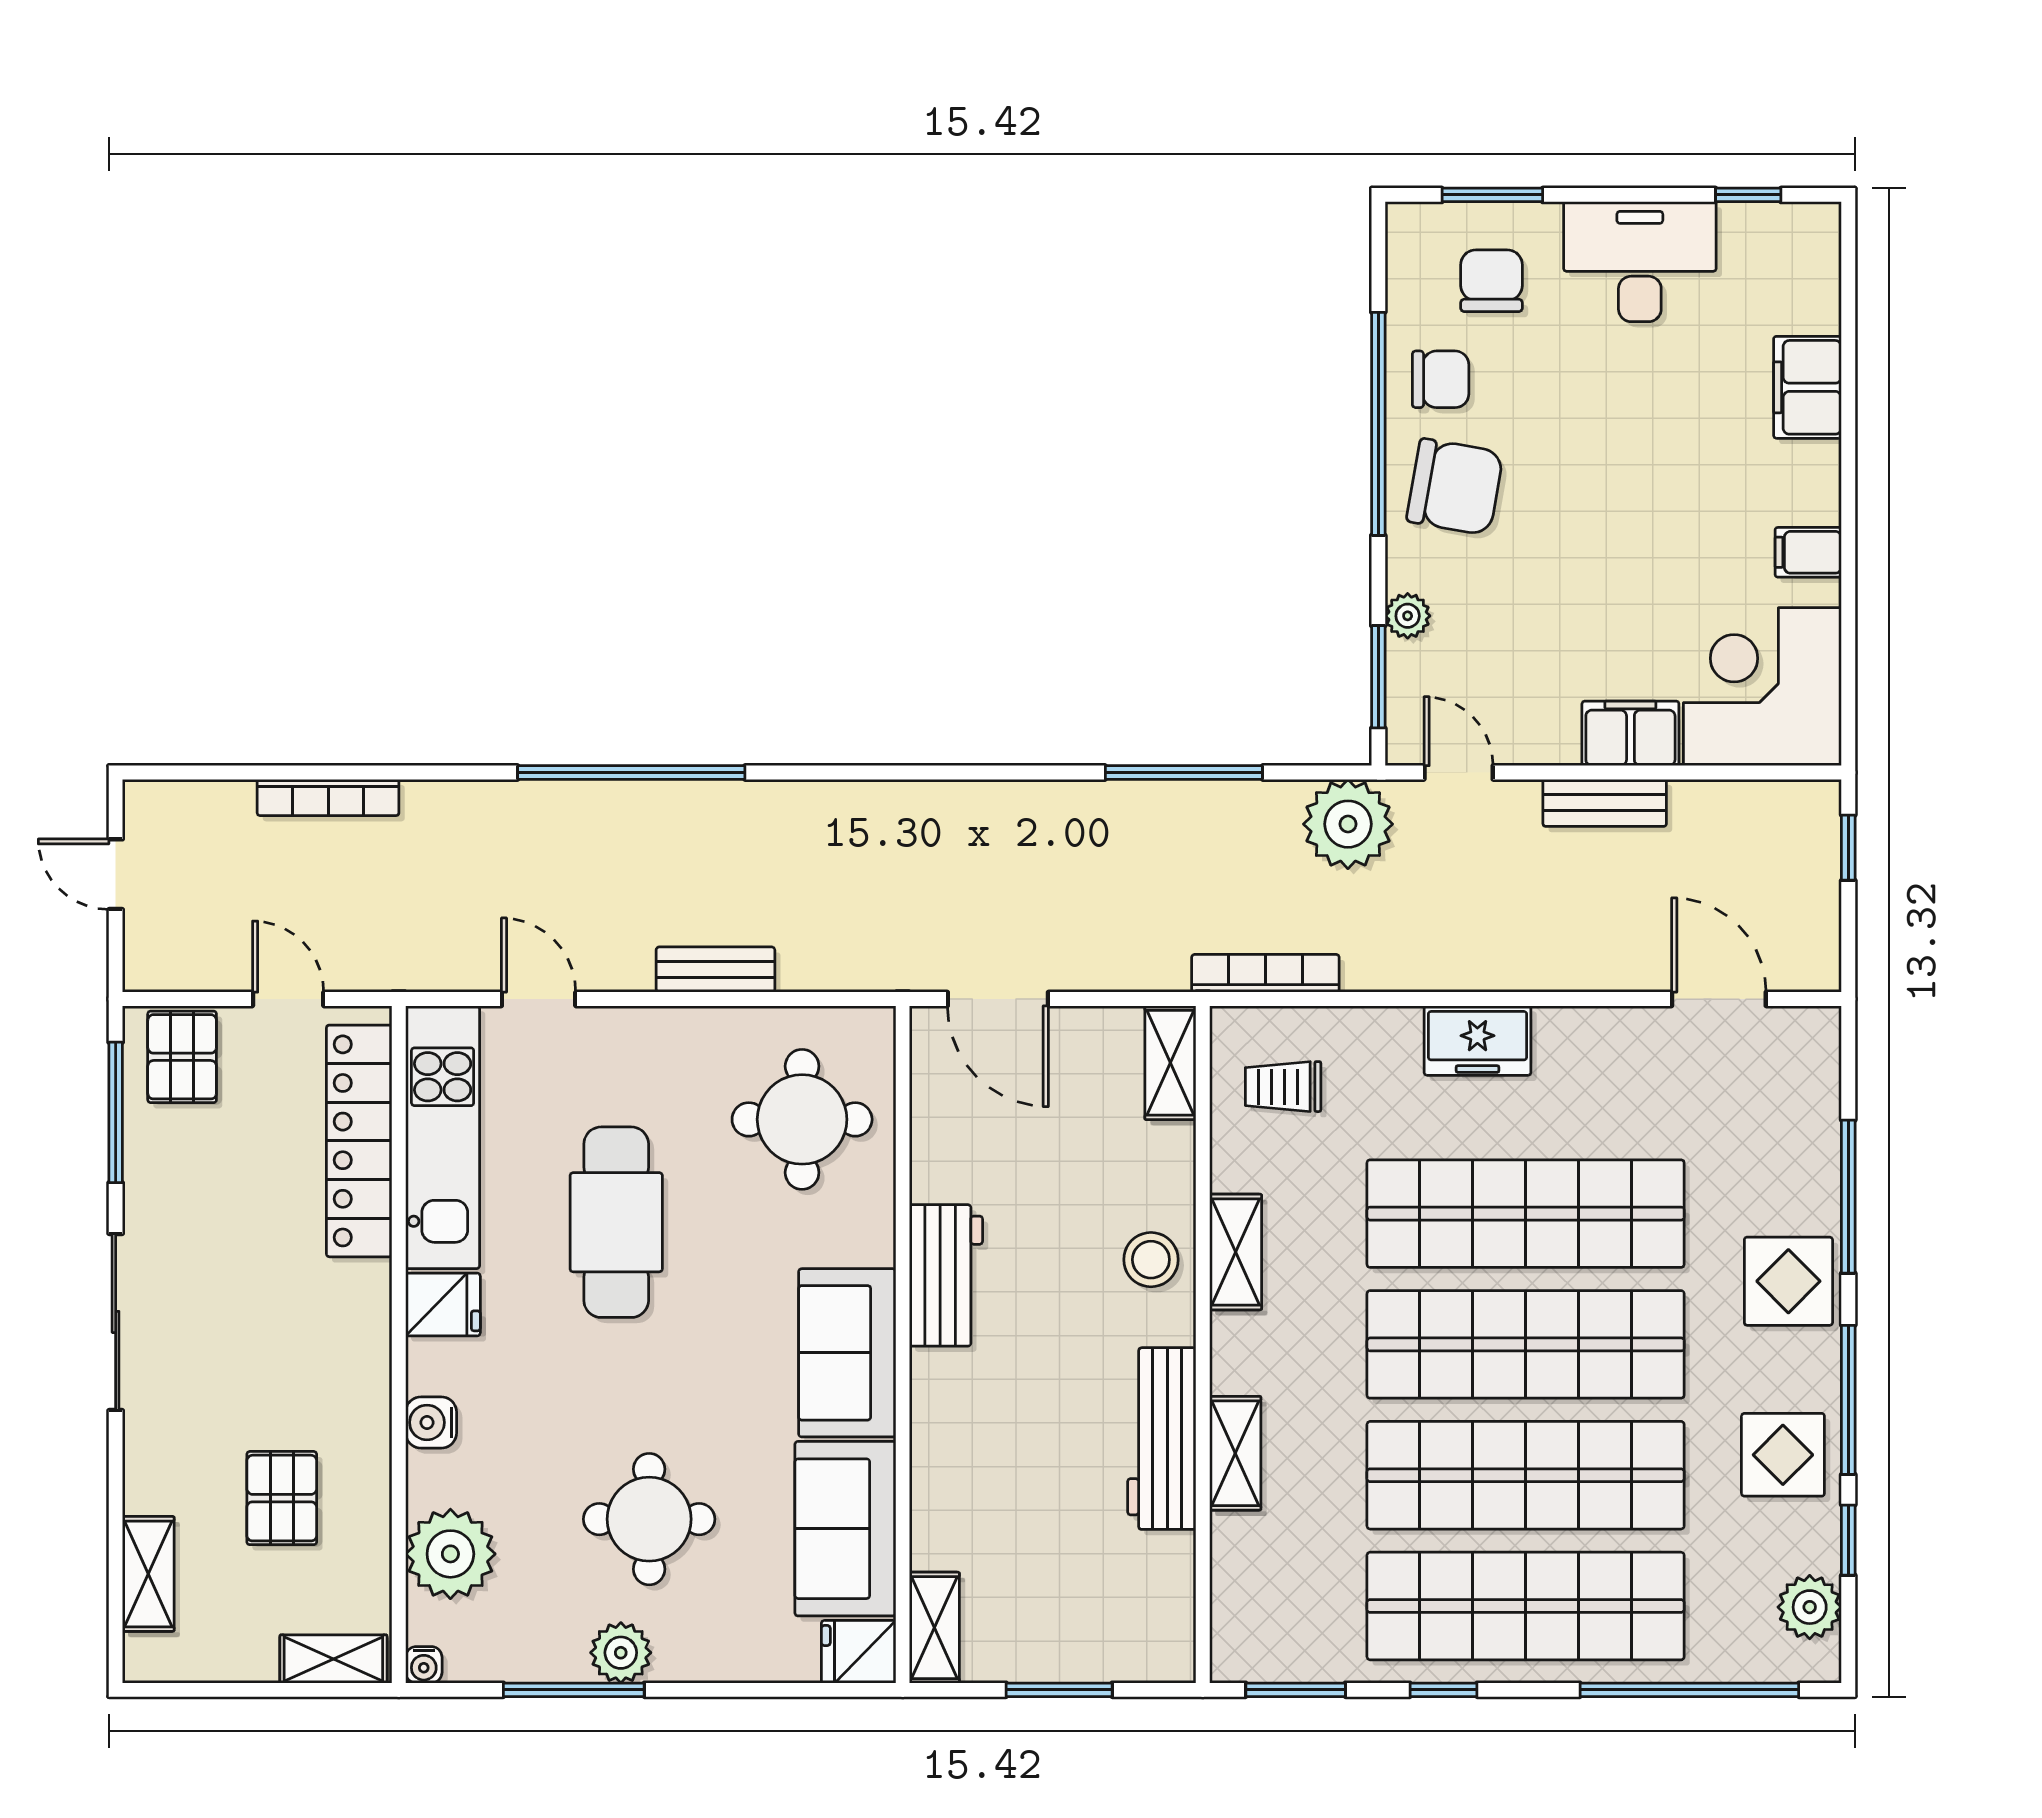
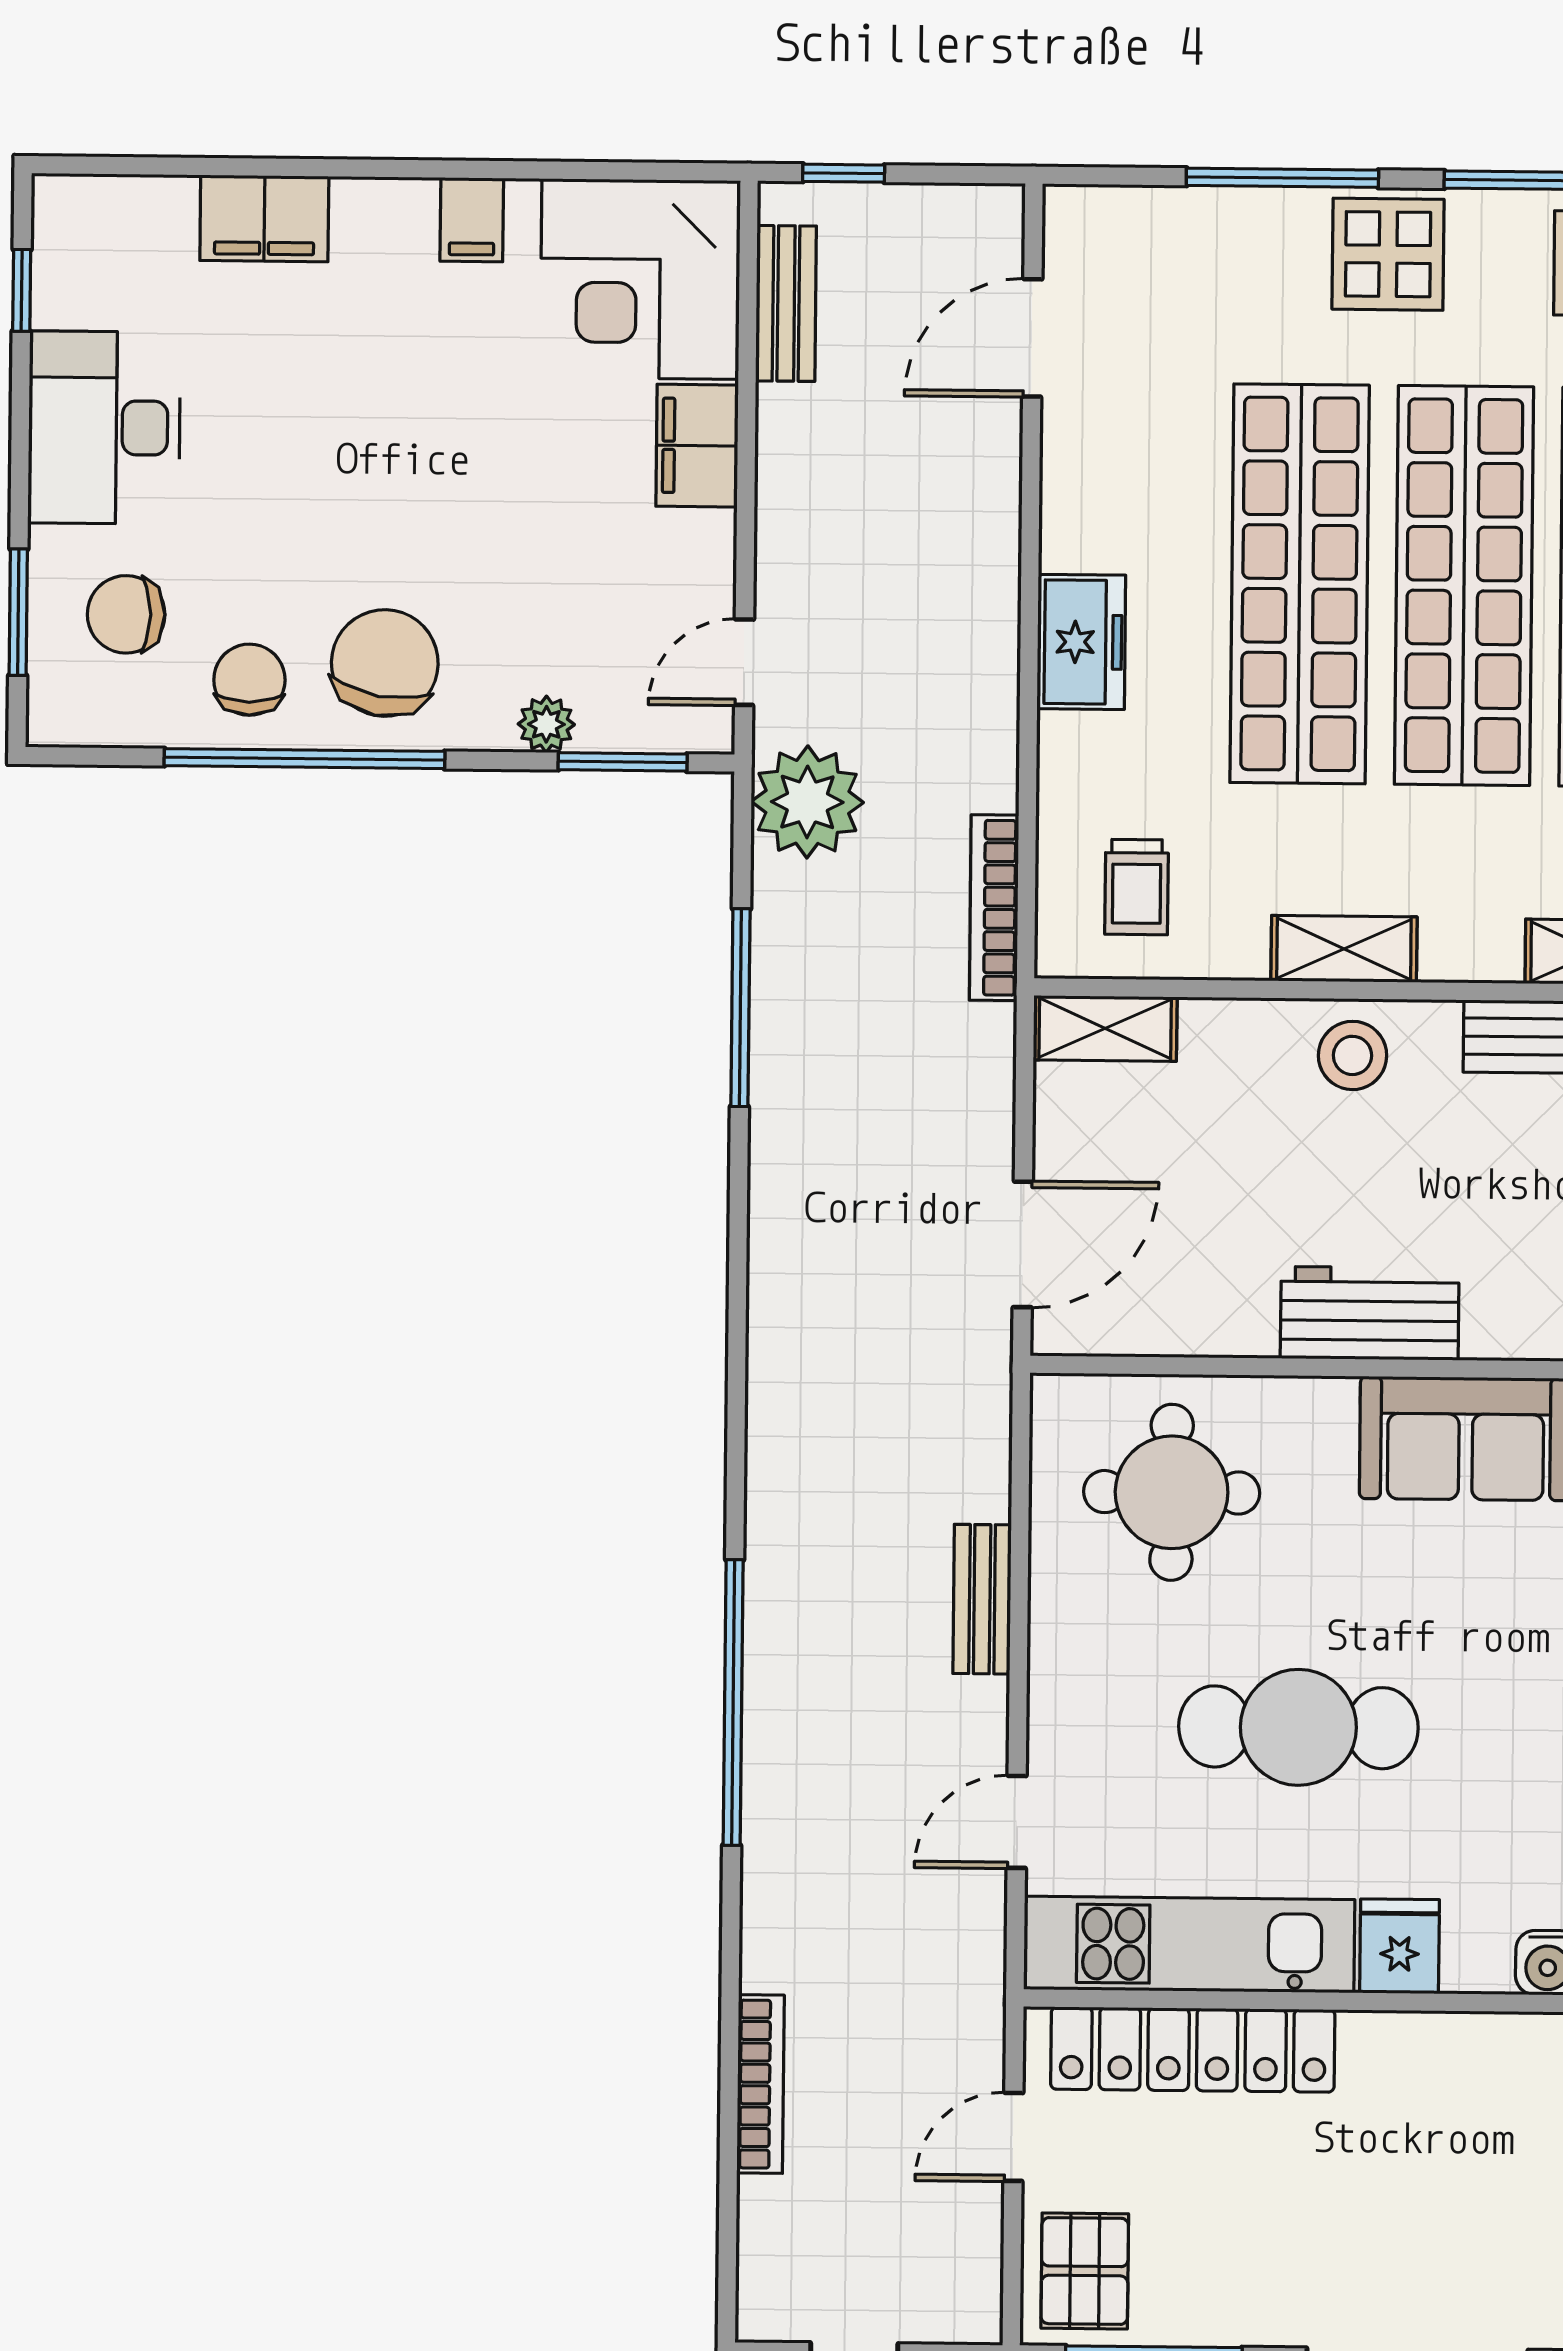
bench: (1605, 803) -> (786, 303), moved
pallet: (182, 1057) -> (1085, 2271), turned 90

